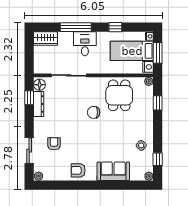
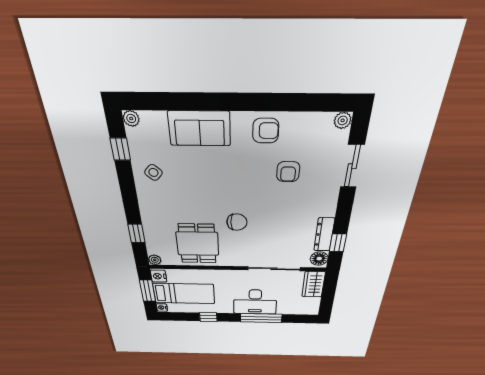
wardrobe: (46, 38) -> (314, 284), moved, turned -90
desk: (85, 44) -> (255, 302), width x1.37
armchair: (54, 144) -> (288, 172), moved

